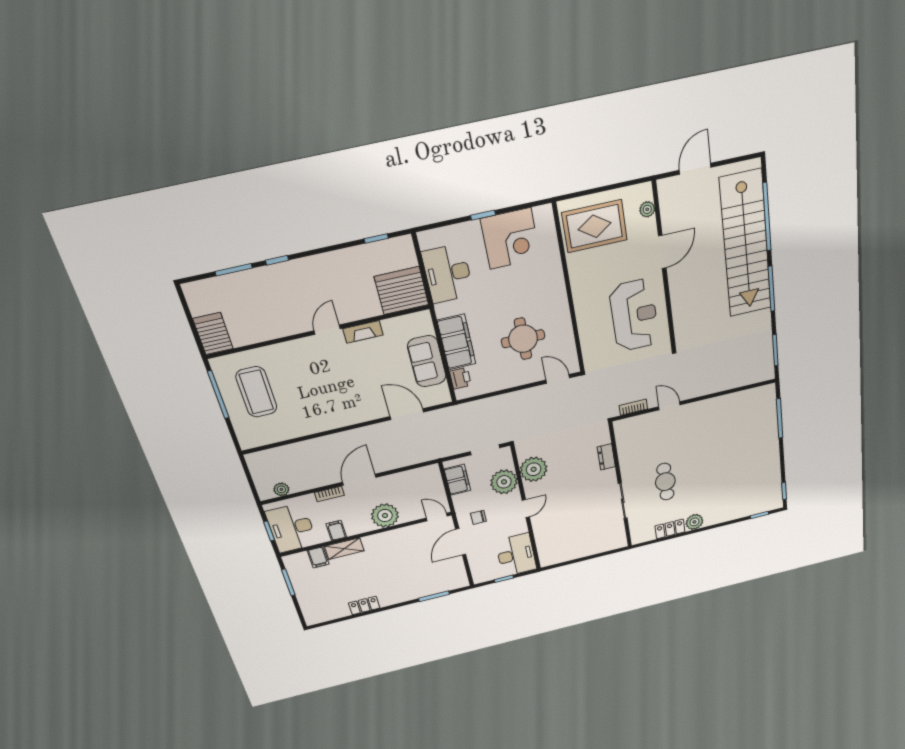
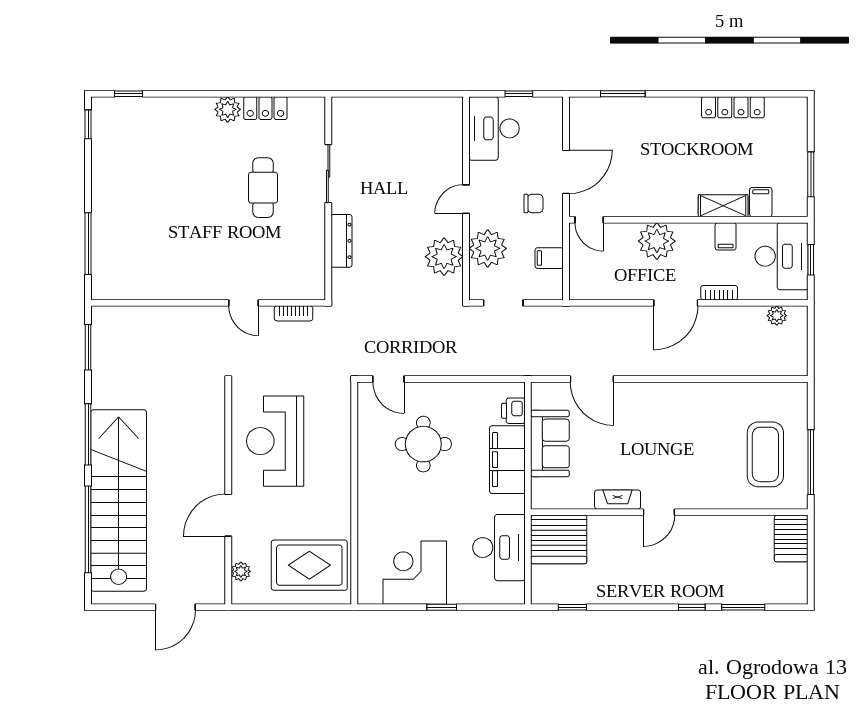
dresser: (606, 457) -> (341, 241), width x1.44
filing cabinet: (457, 480) -> (549, 258), width x0.50
locker: (364, 605) -> (733, 107), width x1.53

